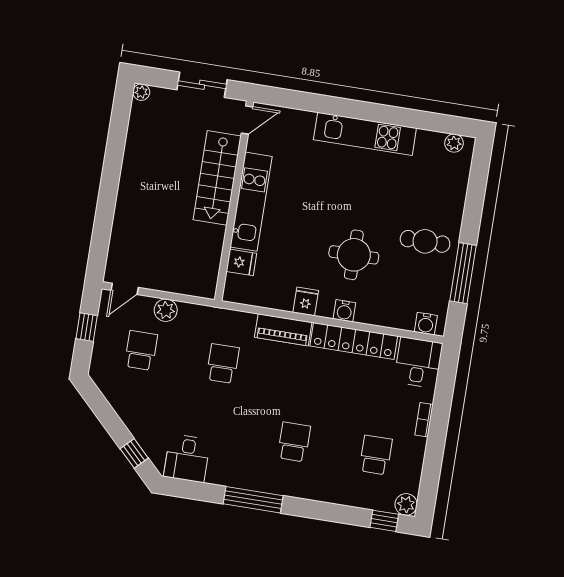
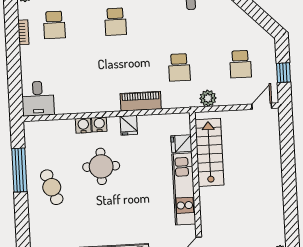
stairs: (217, 178) -> (209, 152), moved
cafe table: (425, 241) -> (52, 187), turned 70
plant: (166, 310) -> (208, 98), moved
water cooler: (426, 324) -> (83, 125), moved
locker: (354, 341) -> (88, 104), removed
bookcase: (424, 420) -> (23, 32), moved

